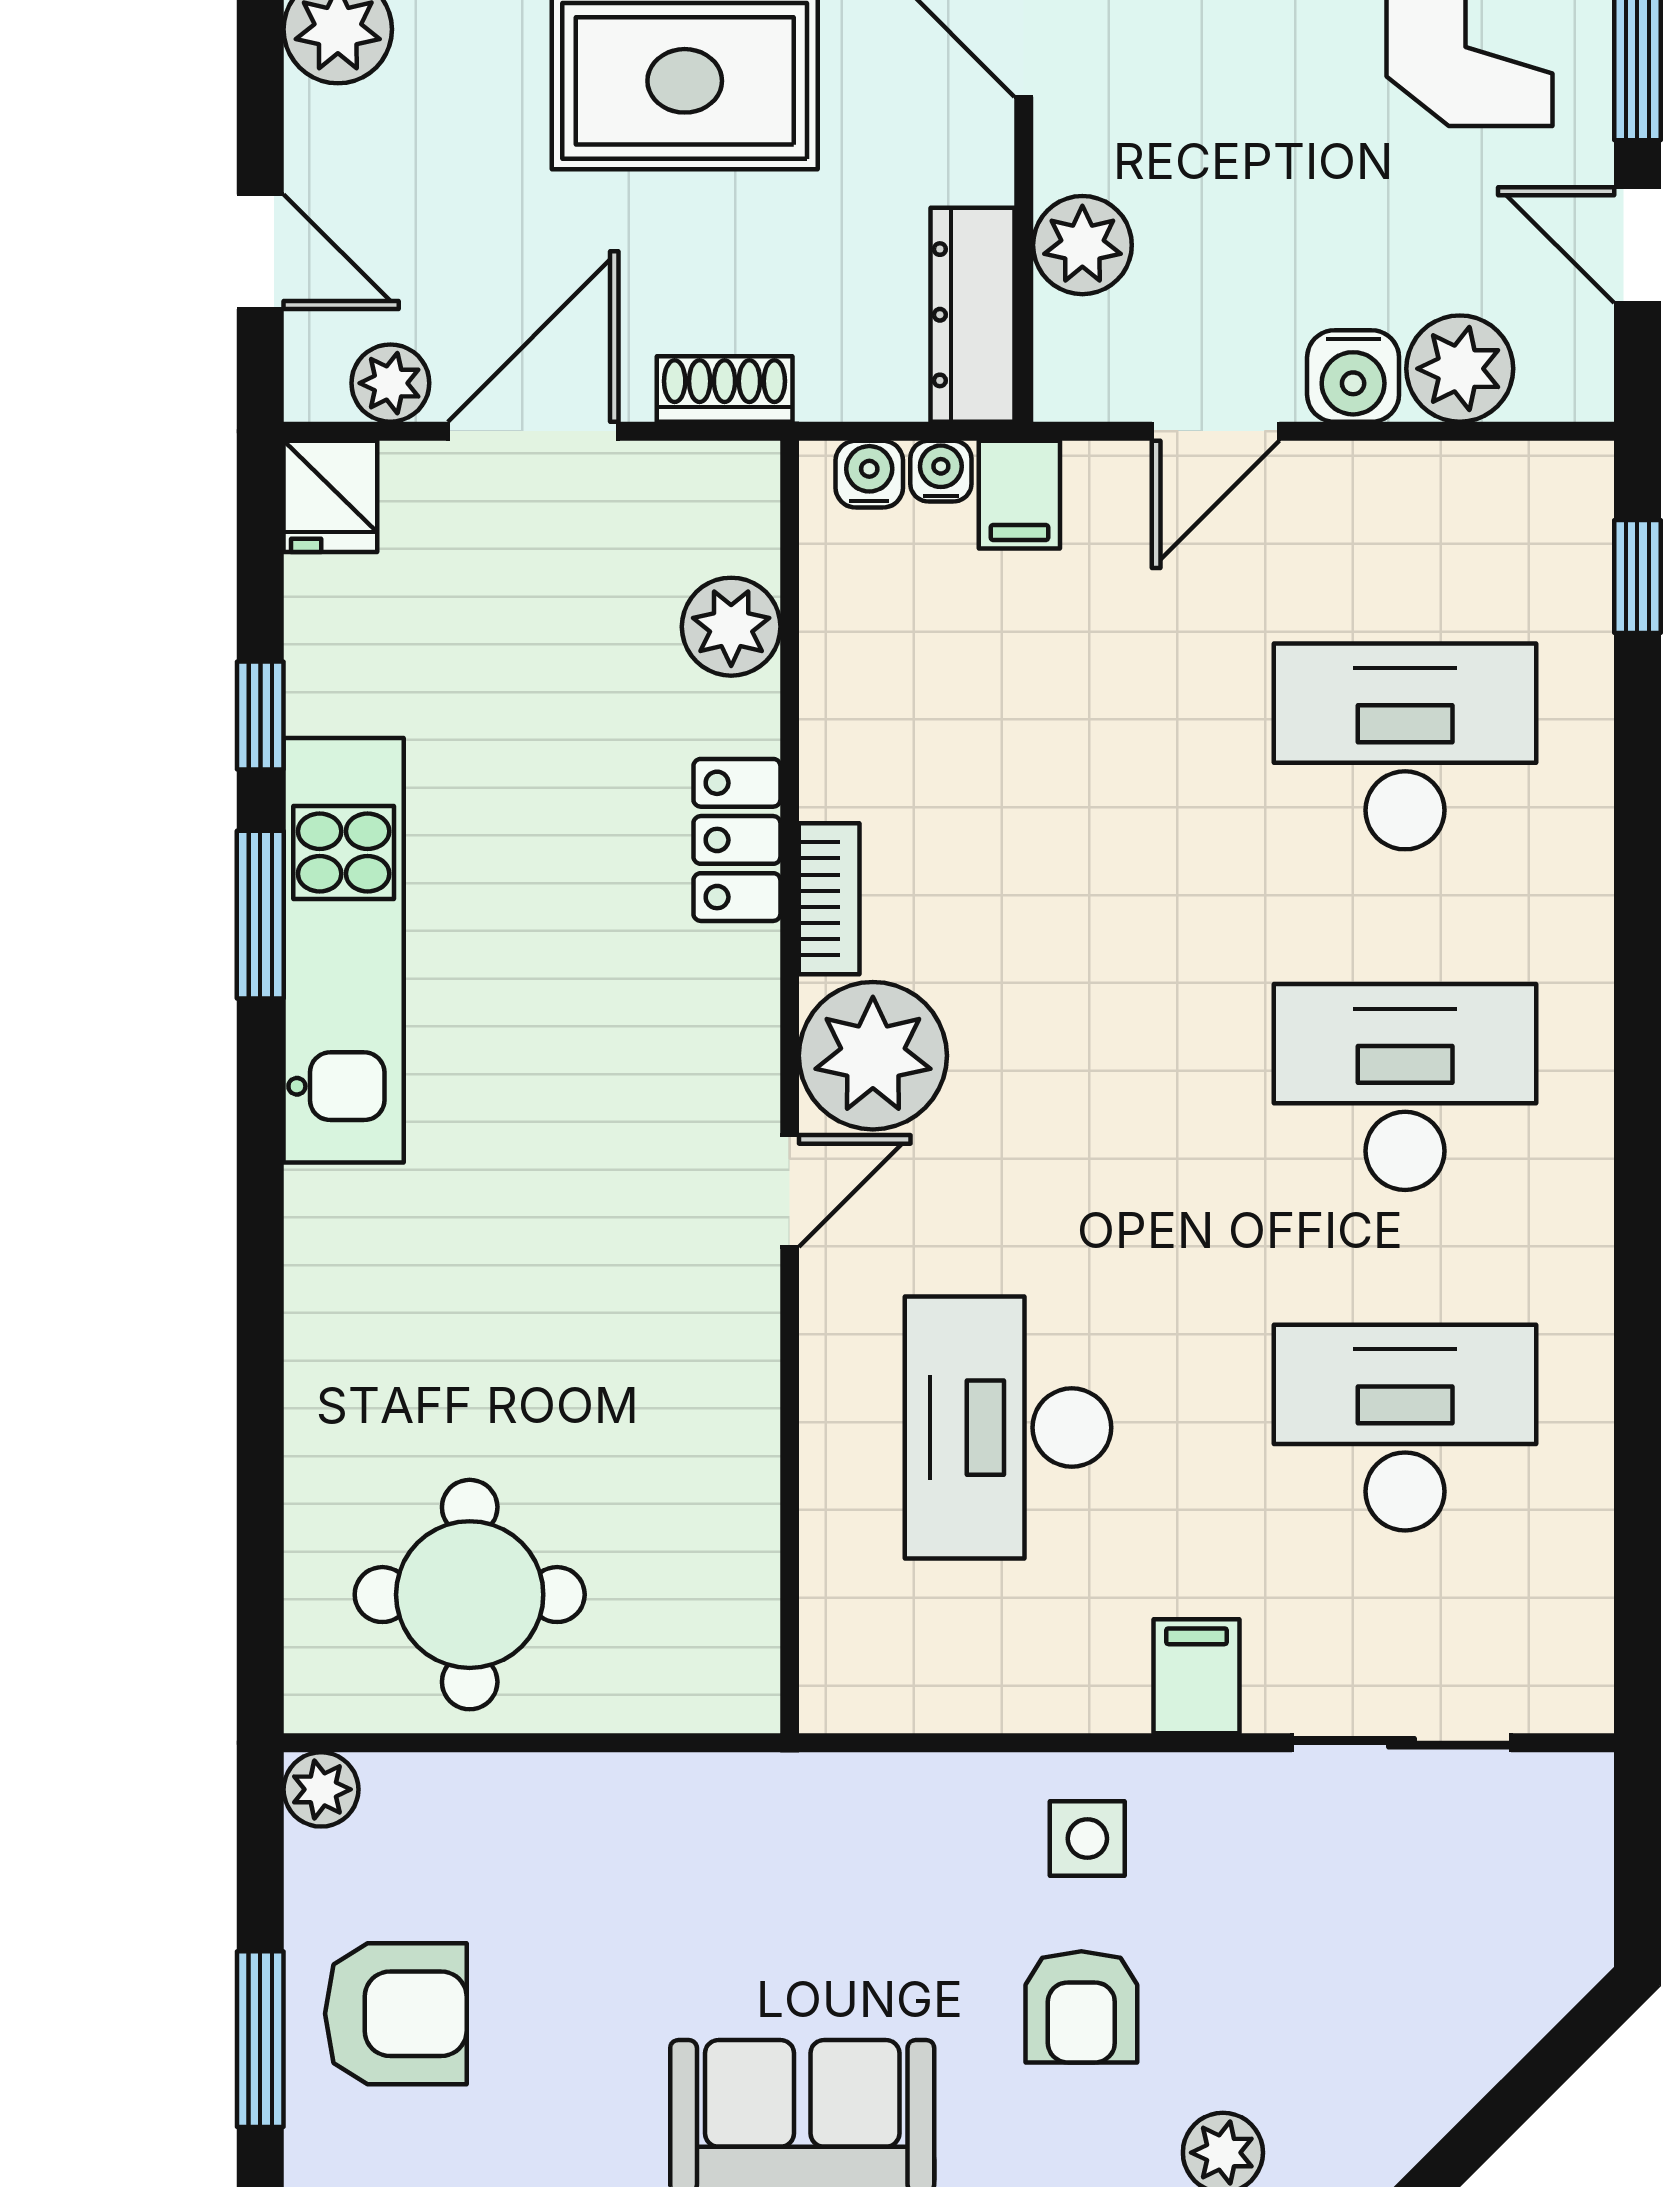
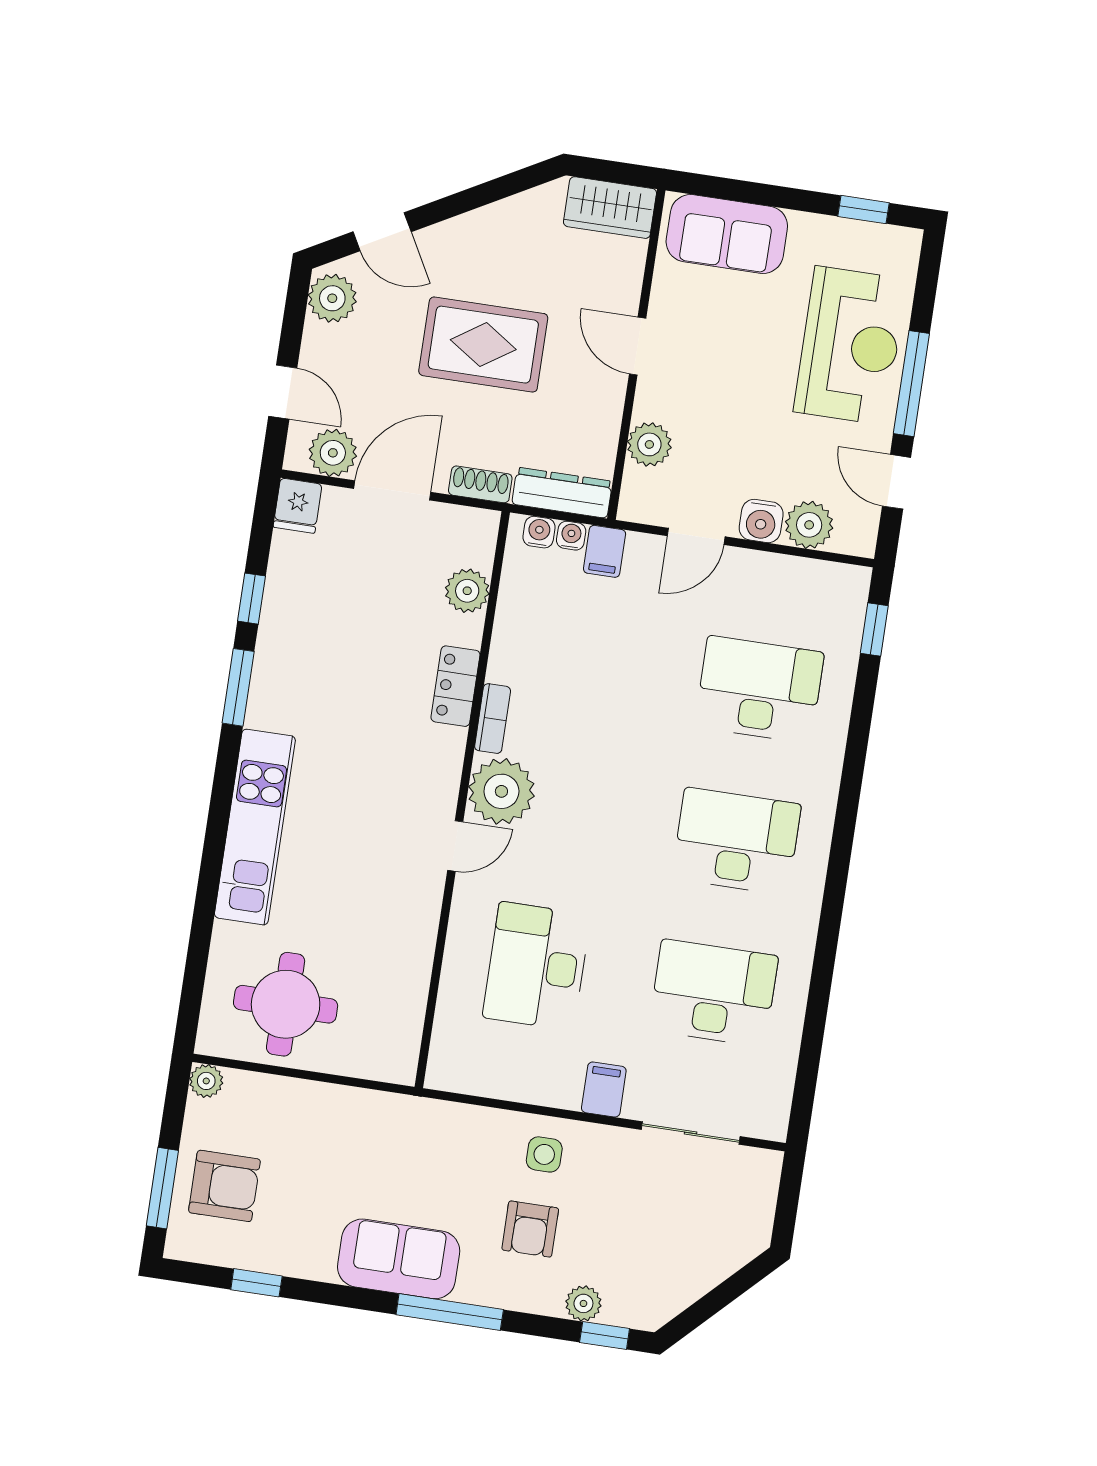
dresser: (973, 315) -> (562, 493), moved, turned 90
plant: (390, 383) -> (333, 453), width x1.38, depth x1.38
kitchen unit: (344, 950) -> (255, 827), moved

